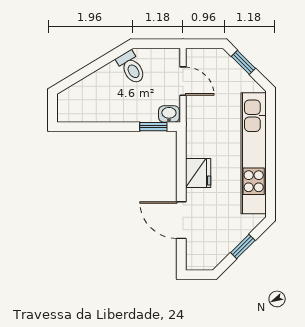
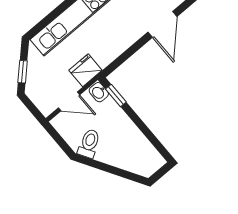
door: (183, 81) -> (69, 101), swing flipped
fridge: (198, 173) -> (85, 70), moved

